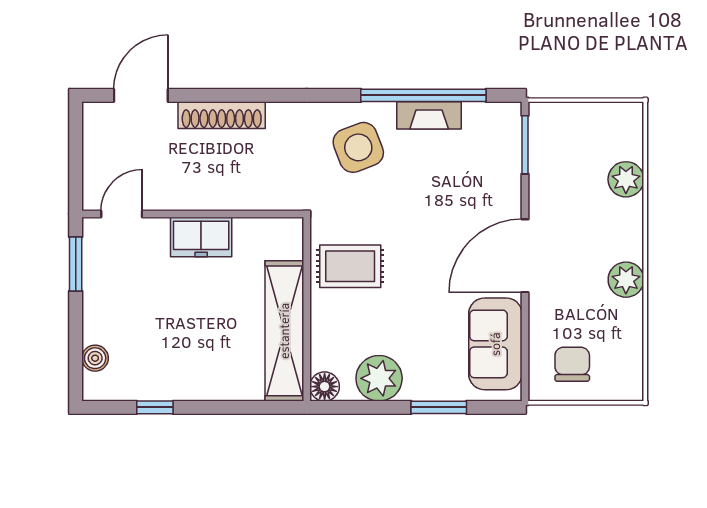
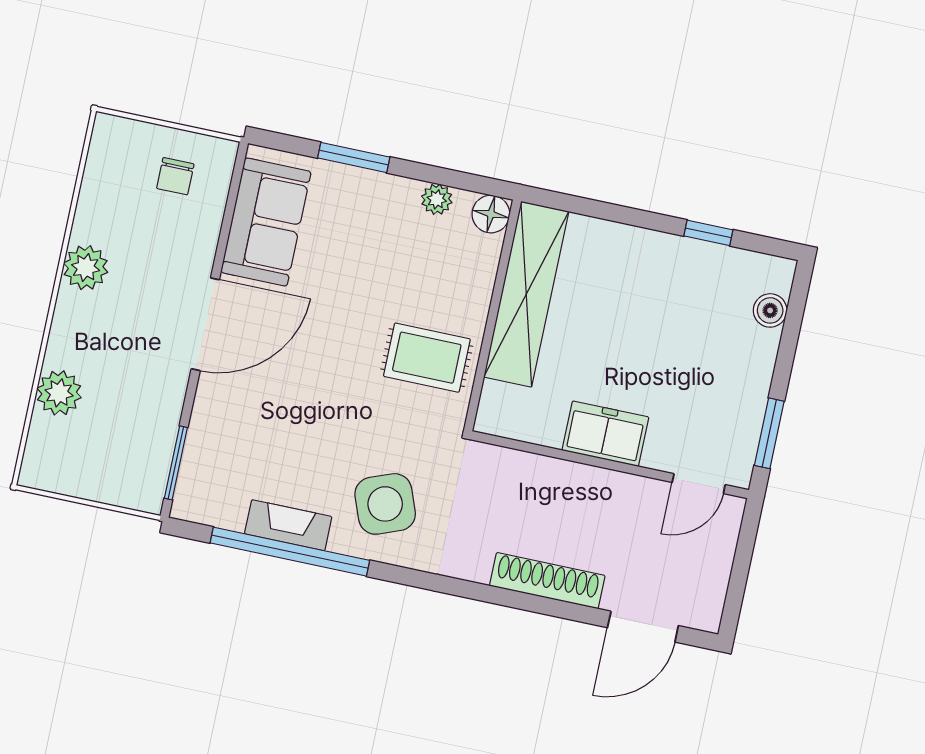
chair: (572, 364) -> (175, 176), width x0.73, depth x0.73
plant: (379, 378) -> (437, 199), width x0.53, depth x0.53

